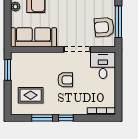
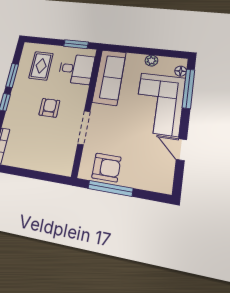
armchair: (104, 27) -> (106, 167), turned 95
desk: (103, 65) -> (76, 69), moved
armchair: (65, 80) -> (49, 108), turned 180

